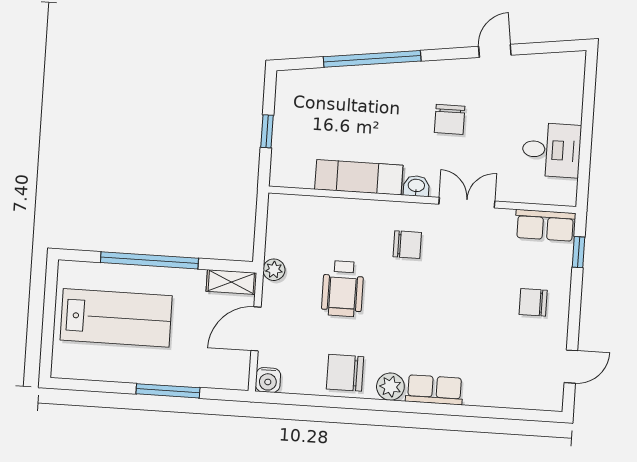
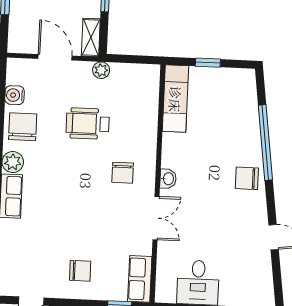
chair: (450, 119) -> (247, 178), moved
exam couch: (359, 177) -> (175, 99), moved
chair: (533, 302) -> (80, 271), turned 90
water cooler: (268, 380) -> (15, 95), moved

